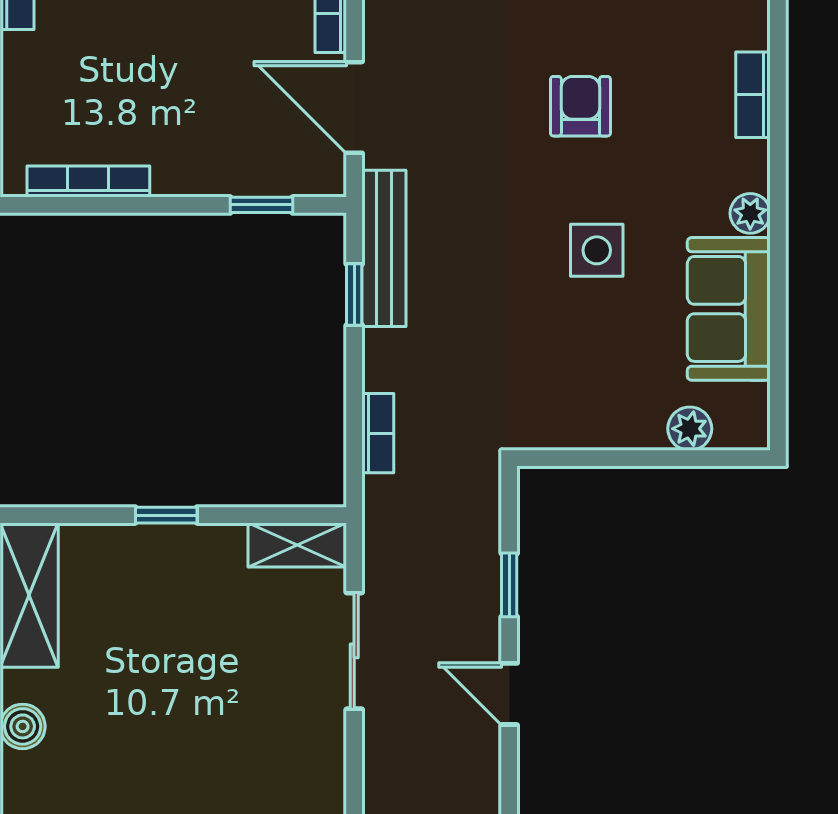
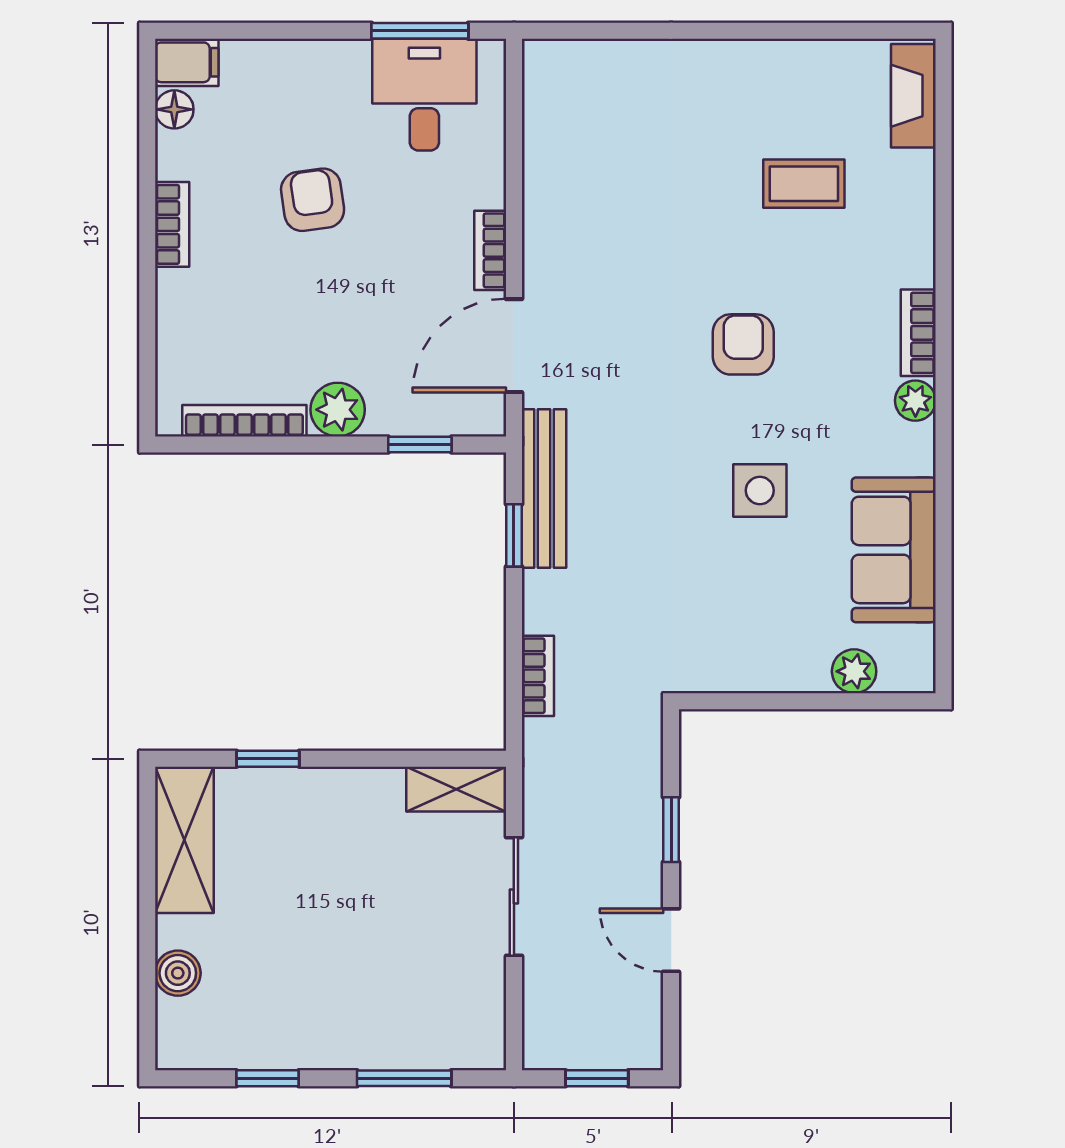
door: (354, 107) -> (514, 346), hinge flipped
plant: (180, 171) -> (338, 410), added
plant: (750, 213) -> (915, 401), moved
window: (166, 515) -> (268, 759), moved

